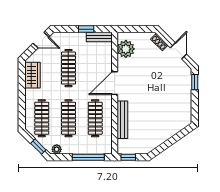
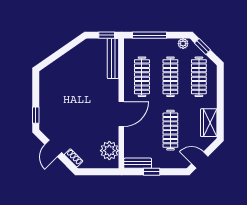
bench: (122, 120) -> (113, 59), moved

